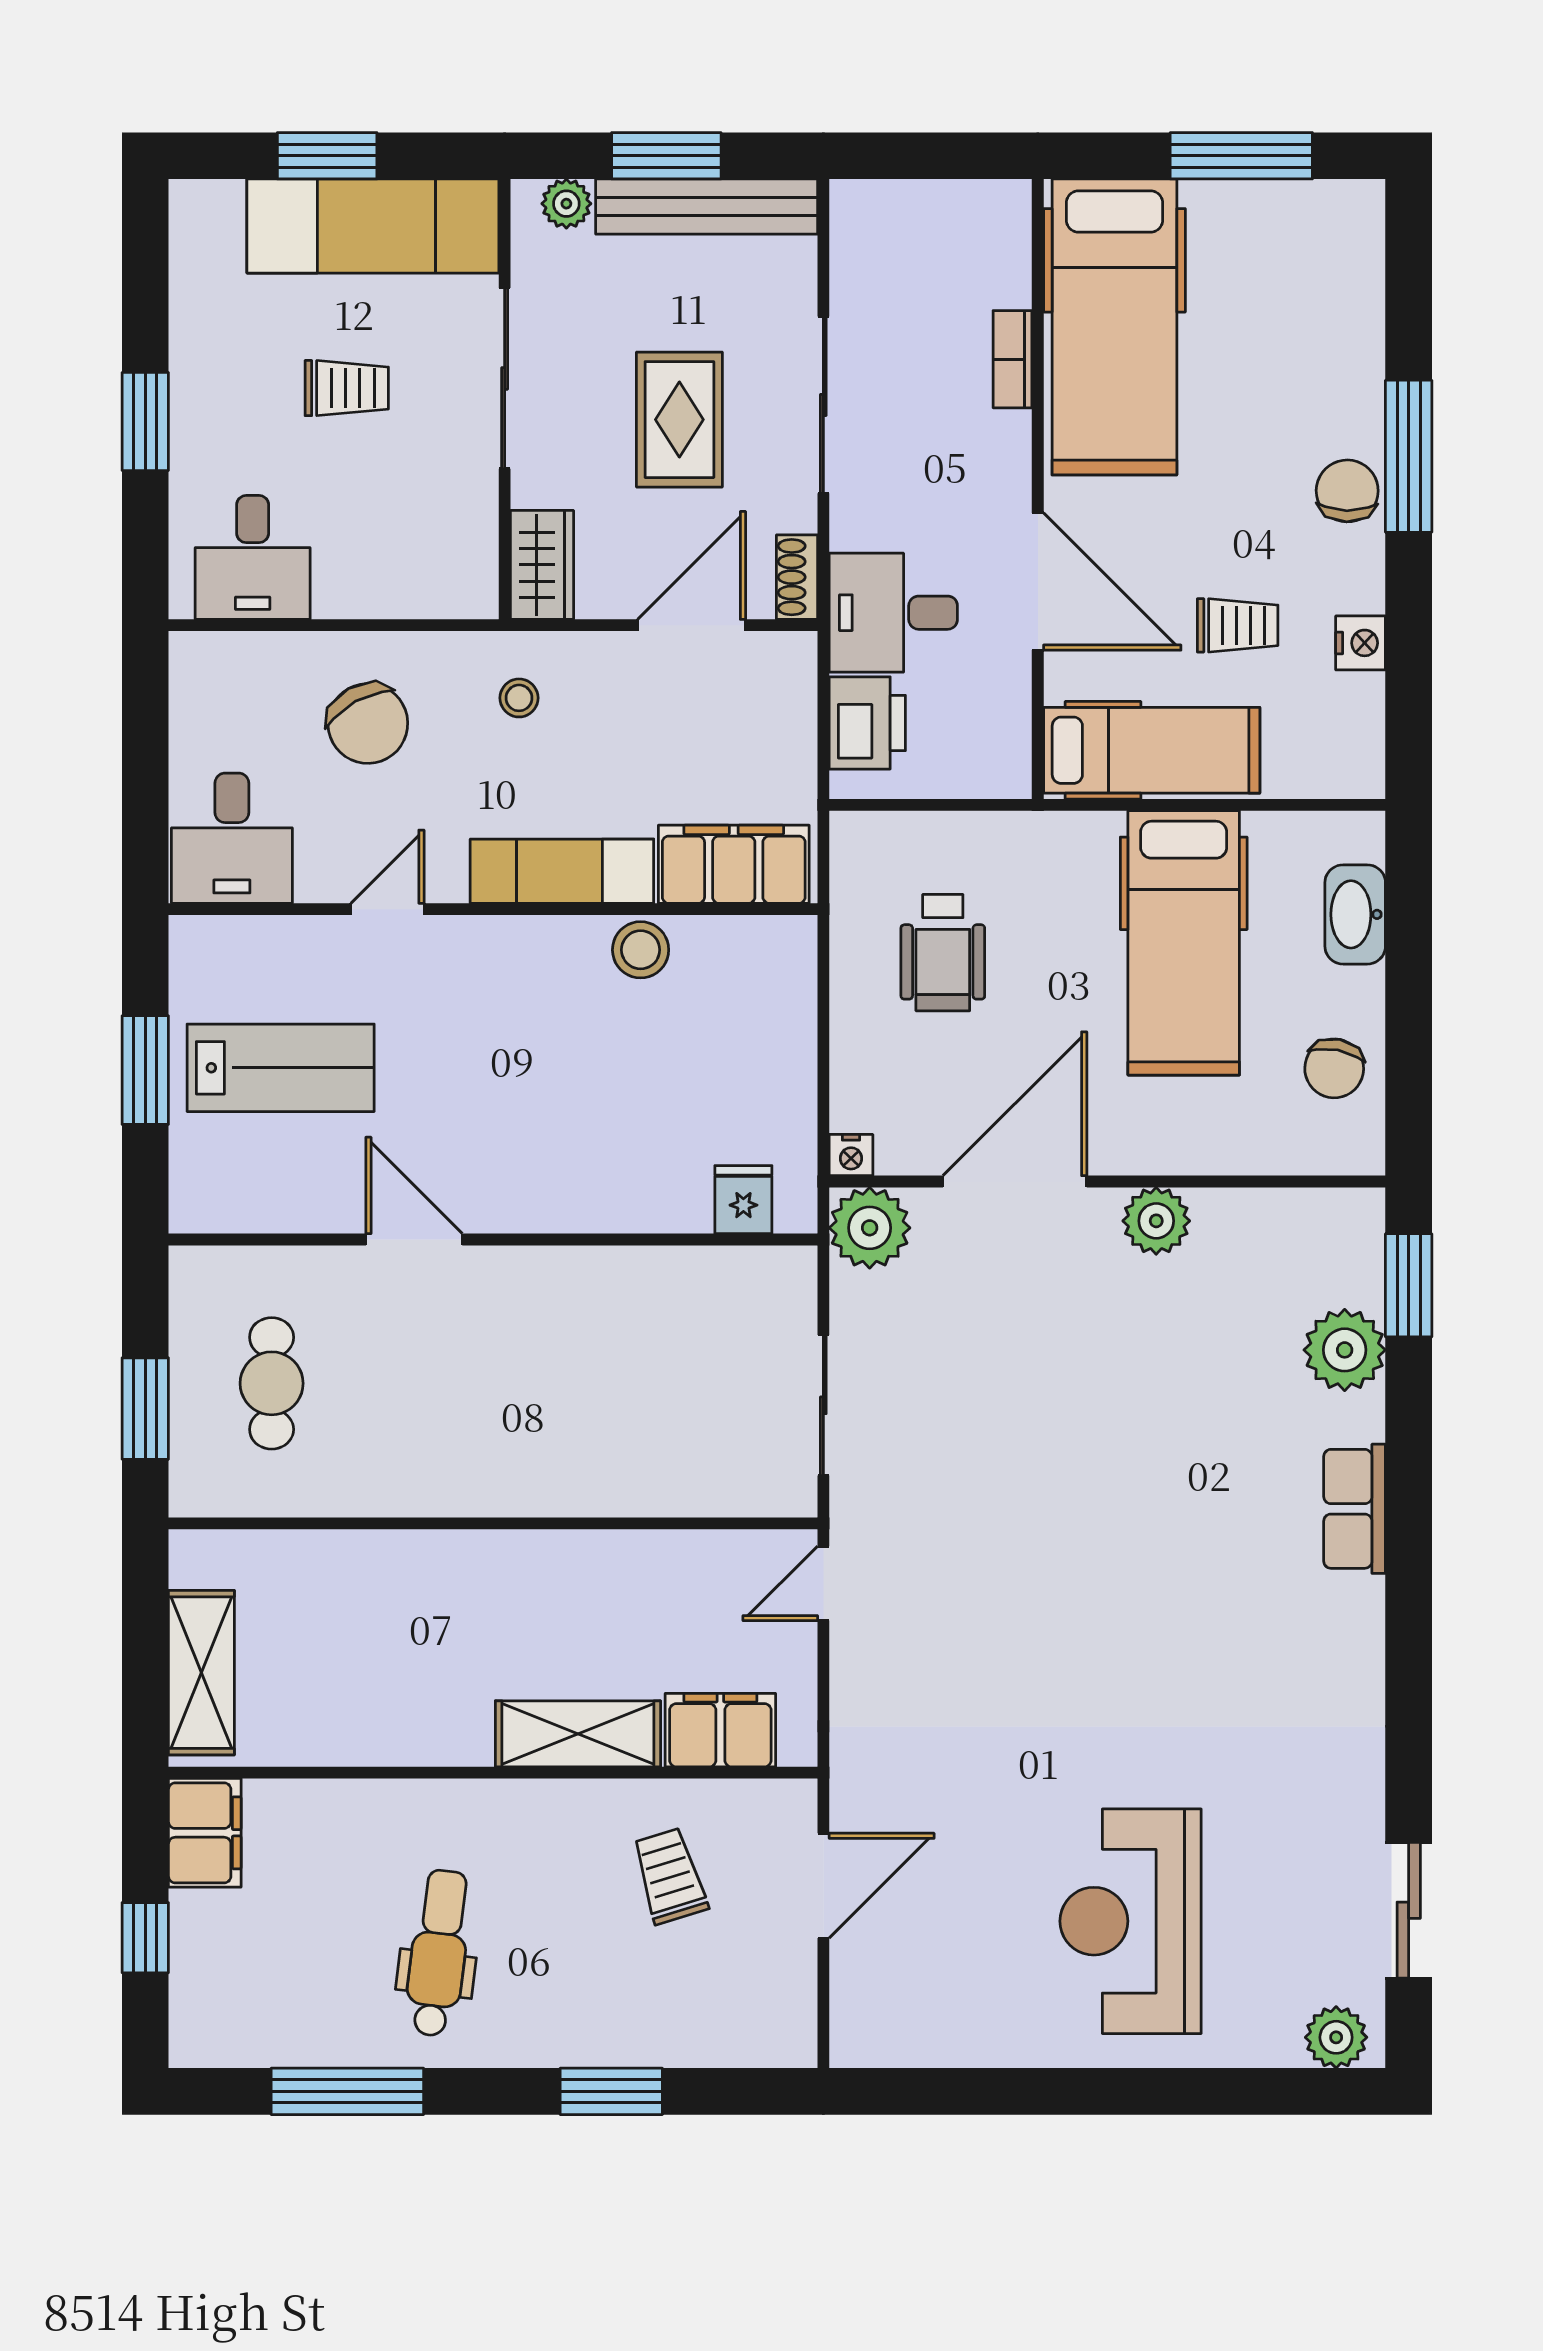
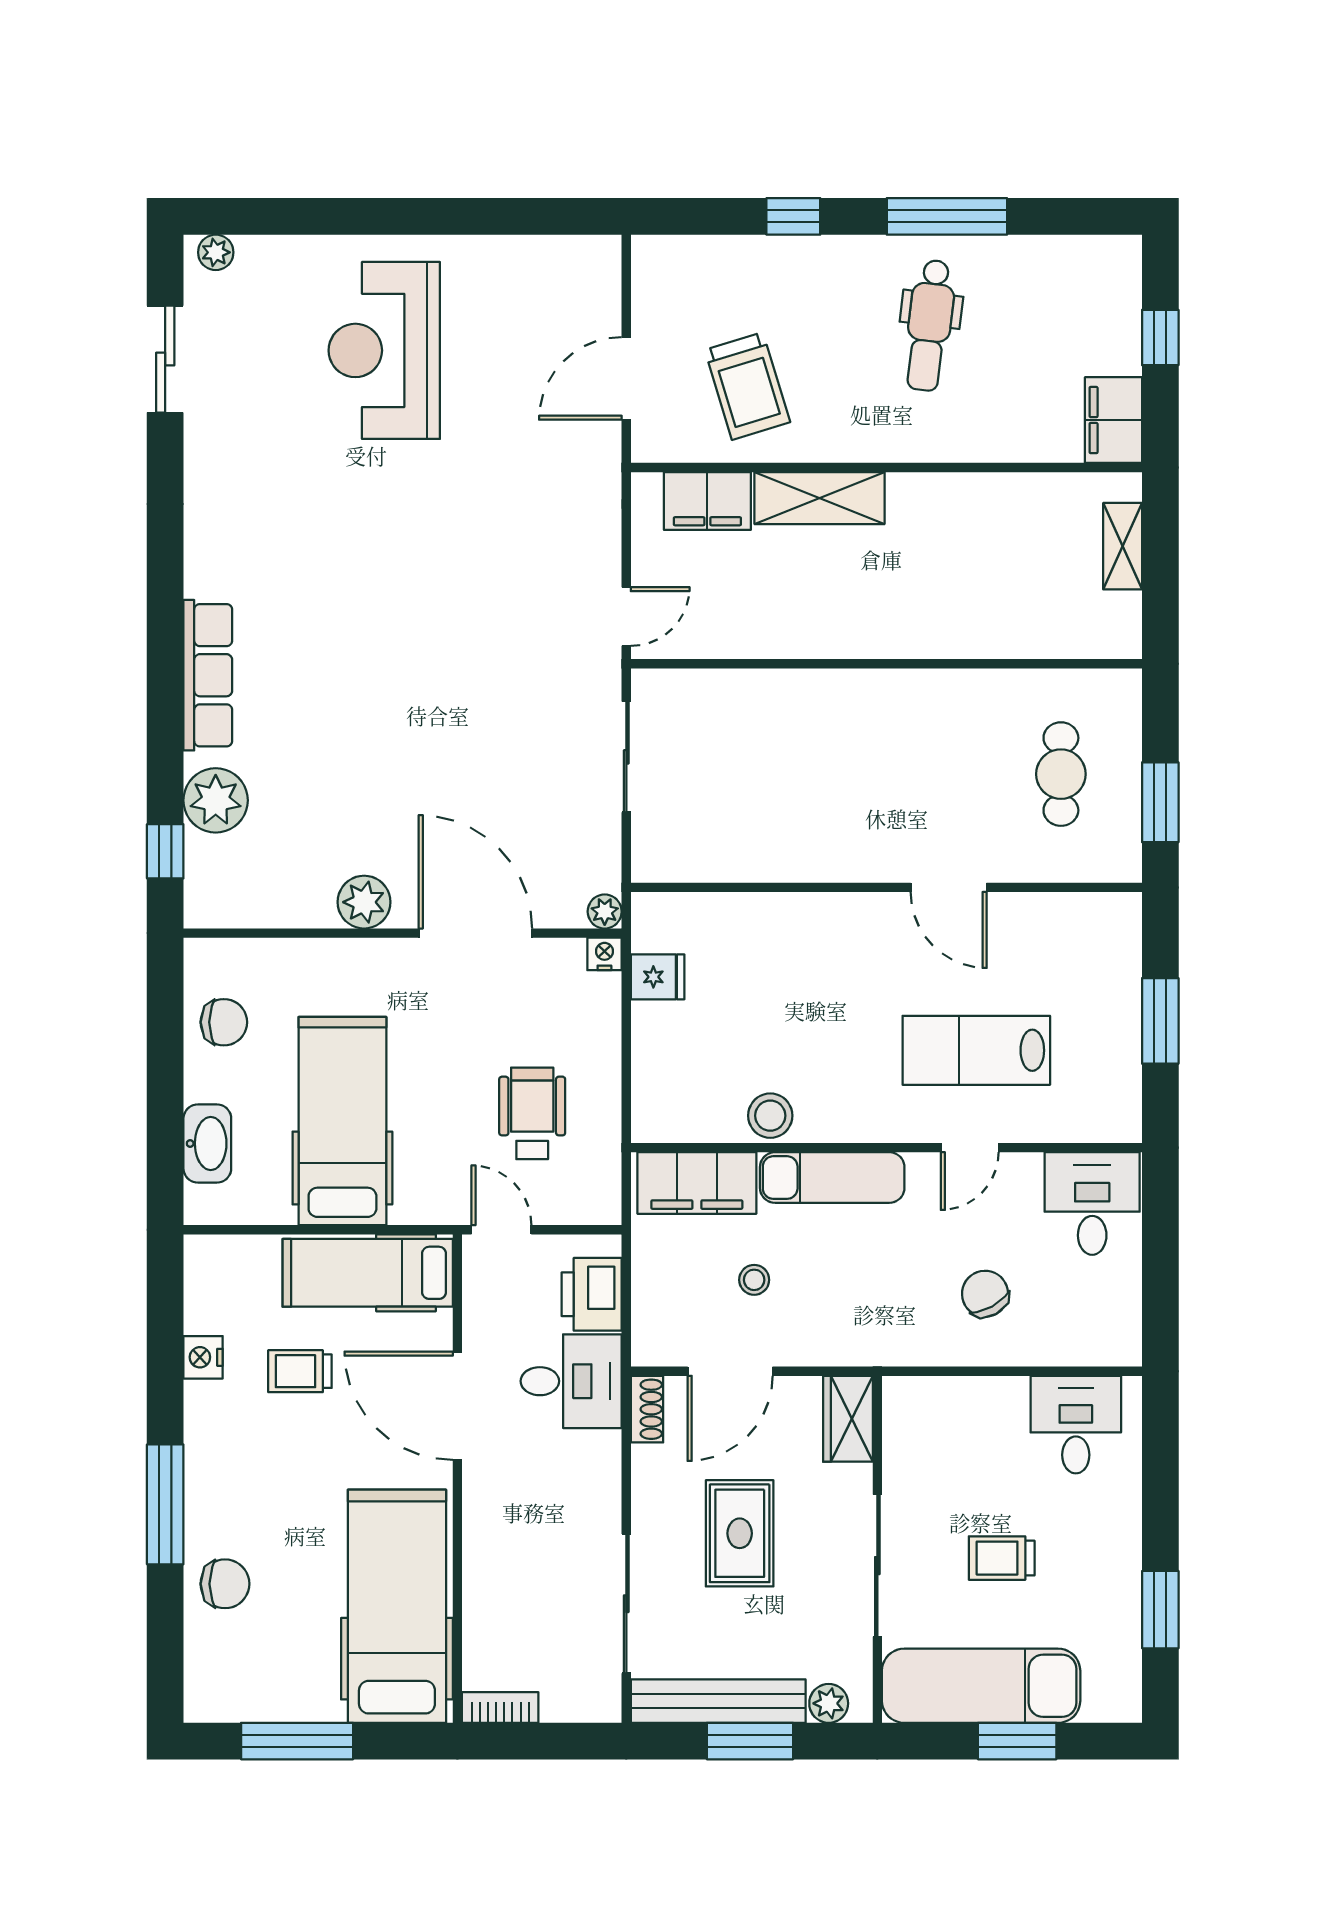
bookcase: (1013, 359) -> (500, 1707), moved, turned -90
sliding door: (823, 405) -> (626, 1604), moved
window: (145, 422) -> (1160, 1610), moved
chair: (1347, 491) -> (225, 1584), moved, turned -91
stool: (519, 698) -> (754, 1280), moved
chair: (368, 724) -> (985, 1294), width x0.73, depth x0.73
door: (982, 805) -> (501, 1230), added
lab bench: (281, 1068) -> (976, 1050), moved
chair: (1334, 1068) -> (224, 1022), turned 79
door: (1015, 1182) -> (475, 933), swing flipped
fridge: (743, 1200) -> (658, 977), moved, turned -90
plant: (870, 1228) -> (605, 912), width x0.53, depth x0.53
window: (1409, 1285) -> (165, 851), width x0.67
window: (145, 1409) -> (1160, 802), moved
row of seats: (1355, 1509) -> (208, 675), width x1.48
shelving: (201, 1673) -> (1123, 546), width x0.67, depth x0.75
trolley: (670, 1876) -> (747, 386), width x1.36, depth x1.39
reception desk: (1131, 1921) -> (384, 350), turned 180
plant: (1336, 2037) -> (216, 252), width x0.73, depth x0.73
window: (347, 2091) -> (947, 216), moved
window: (611, 2091) -> (793, 216), width x0.67

